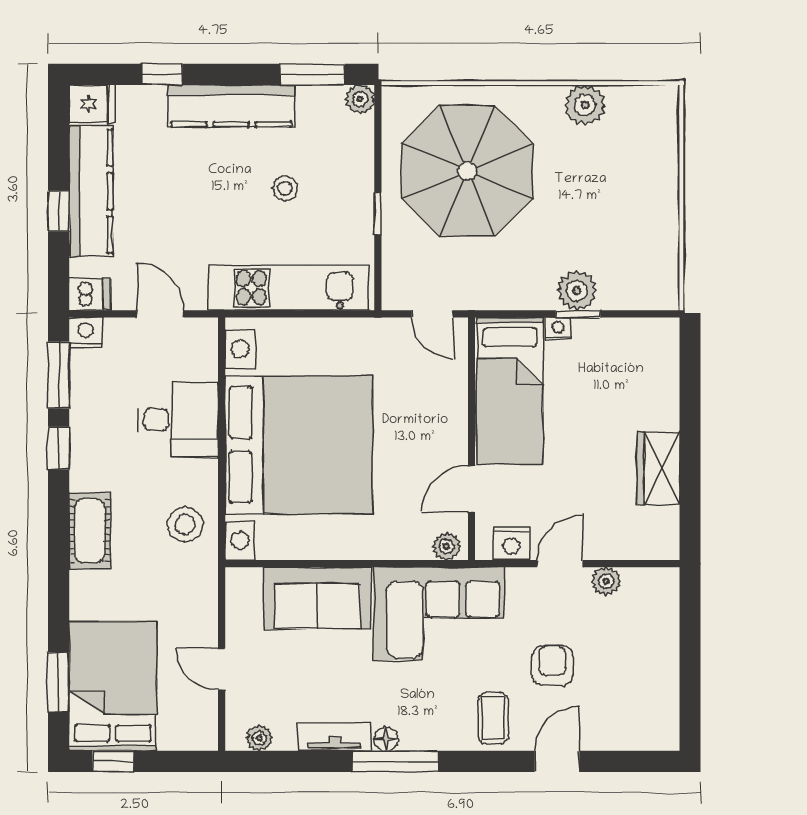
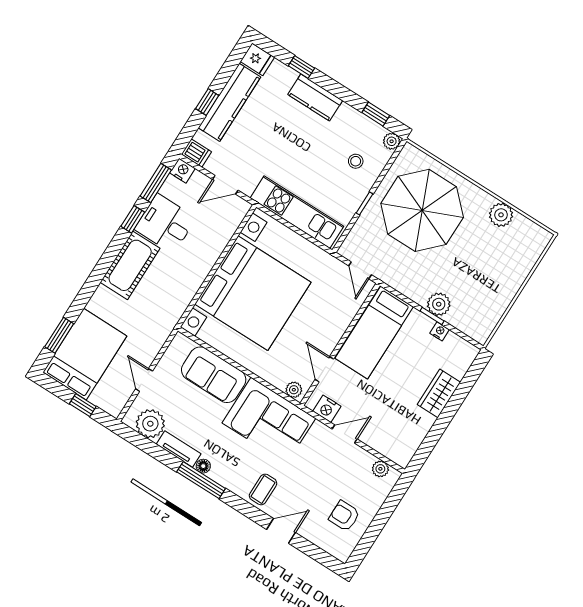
window: (312, 74) -> (376, 114), width x0.67
kitchen counter: (231, 106) -> (315, 98), width x0.67
stool: (285, 188) -> (356, 161), moved
door: (160, 314) -> (225, 185), swing flipped
nightstand: (558, 329) -> (440, 331), moved
desk: (178, 420) -> (165, 224), moved, turned 180
wardrobe: (659, 468) -> (439, 393), moved
door: (471, 489) -> (324, 369), hinge flipped
stool: (185, 525) -> (171, 297), removed
cot: (90, 531) -> (130, 265), width x1.37, depth x1.34
plant: (606, 581) -> (380, 469), moved
armchair: (552, 666) -> (344, 516), moved, turned -90
plant: (259, 738) -> (150, 424), width x1.88, depth x1.88
window: (113, 761) -> (83, 405), moved

